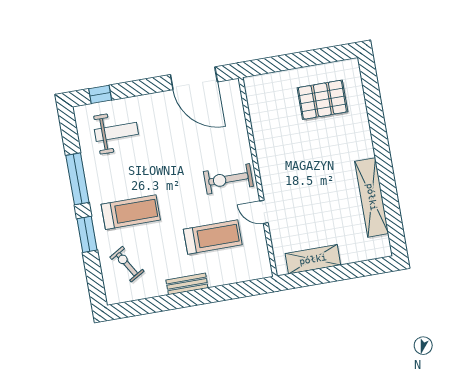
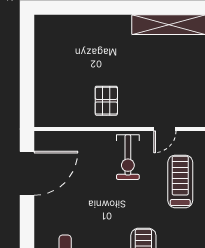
pallet: (322, 100) -> (106, 101), moved, width x0.67, depth x0.71

